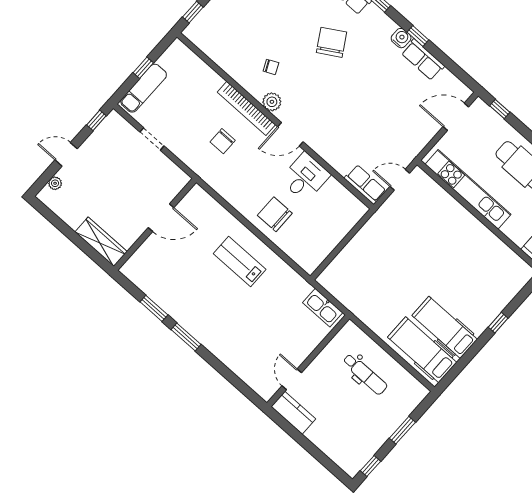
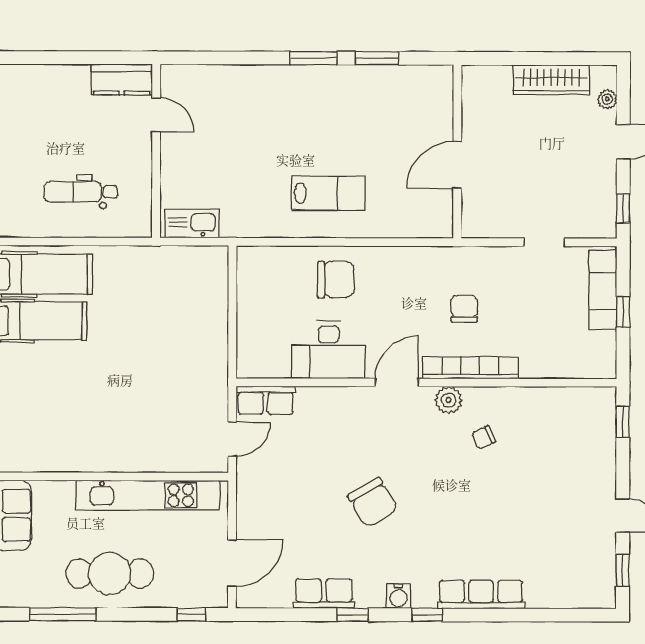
water cooler: (401, 38) -> (398, 596), moved
chair: (332, 42) -> (373, 502), moved
desk: (305, 177) -> (329, 350), width x1.37
wardrobe: (101, 242) -> (551, 80), moved

